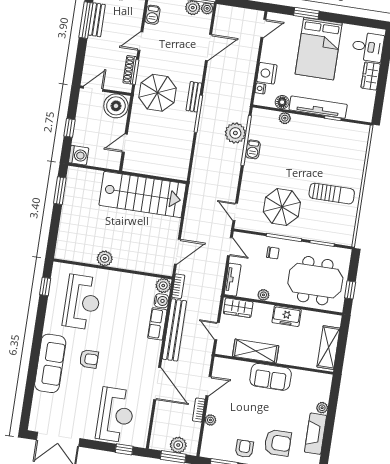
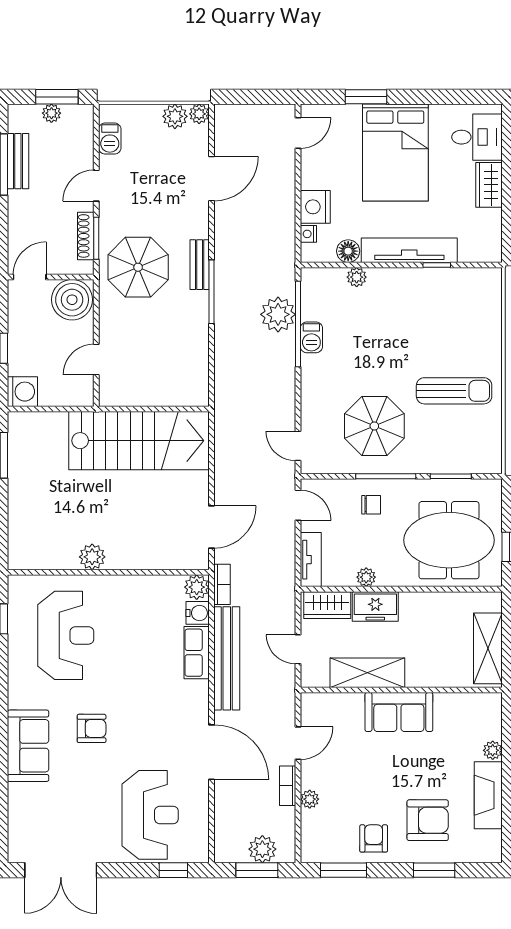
freezer: (287, 316) -> (375, 606), moved
sofa: (50, 363) -> (28, 746), width x0.73

